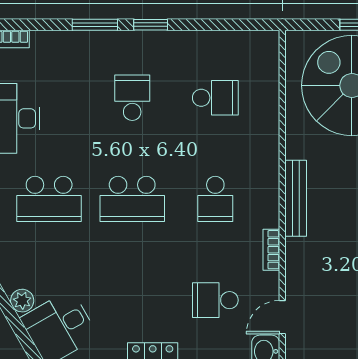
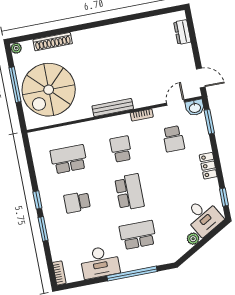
school desk: (215, 98) -> (69, 159), width x1.85
school desk: (49, 199) -> (138, 235), turned -90
school desk: (215, 199) -> (121, 149), turned -90
door: (282, 317) -> (175, 102), swing flipped

